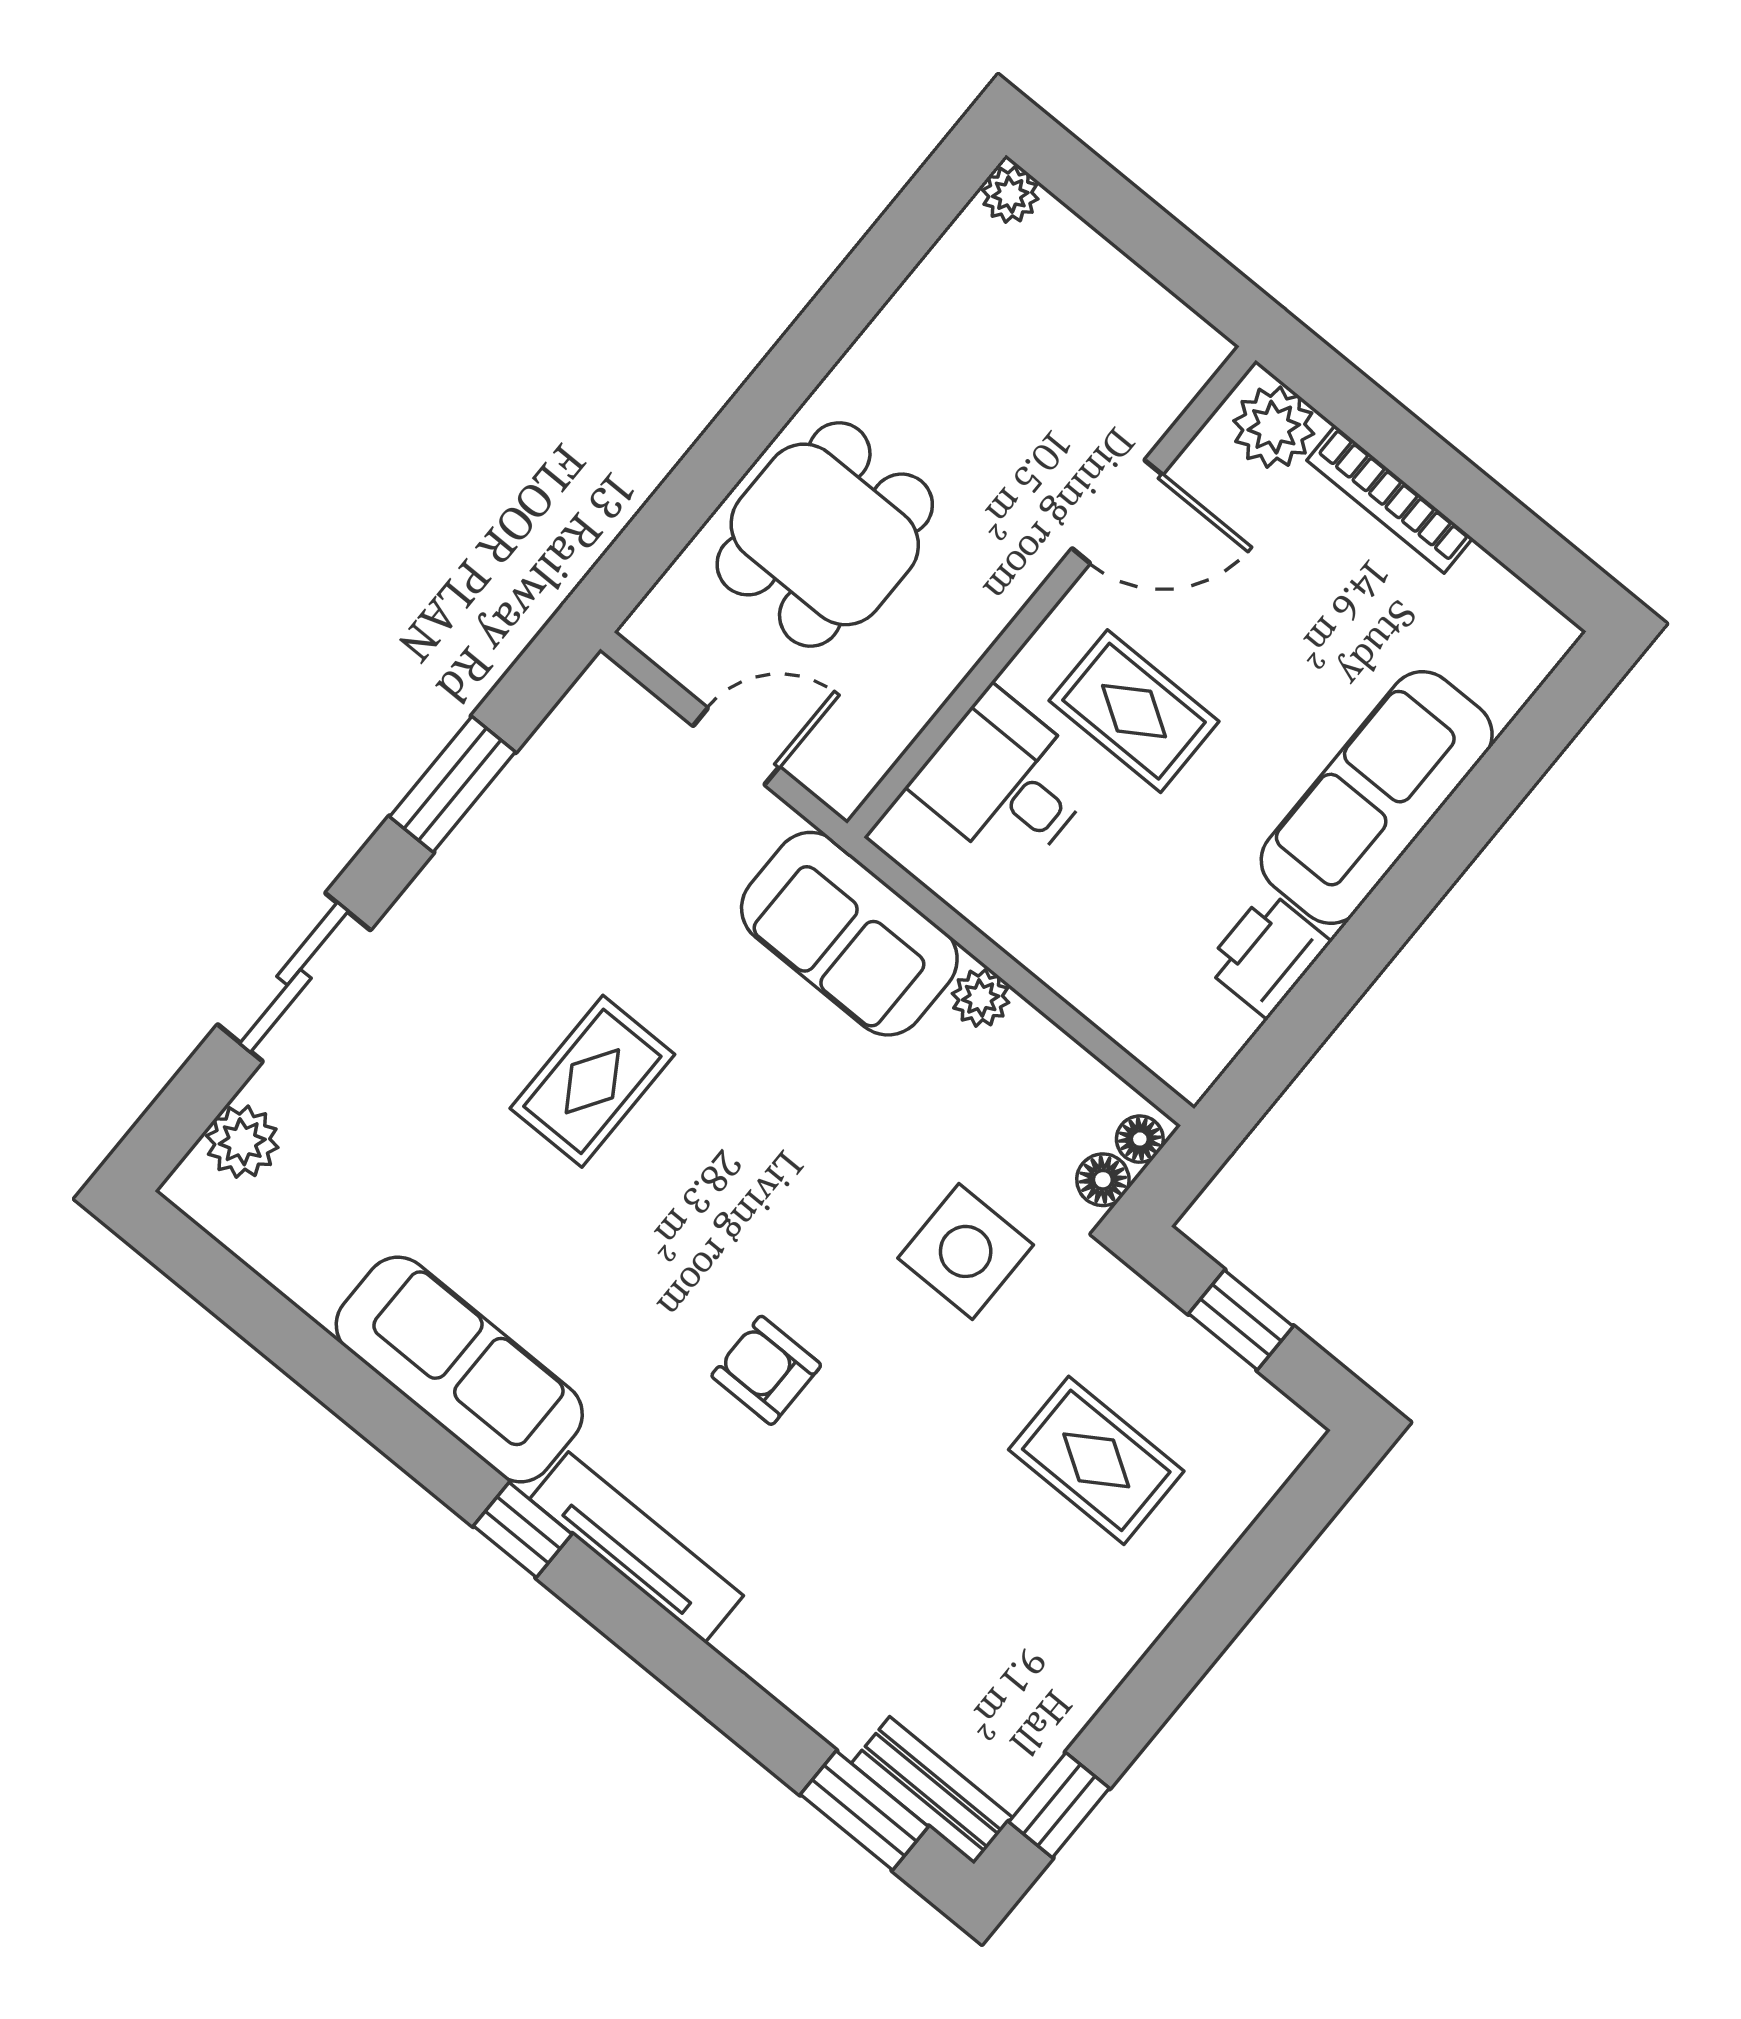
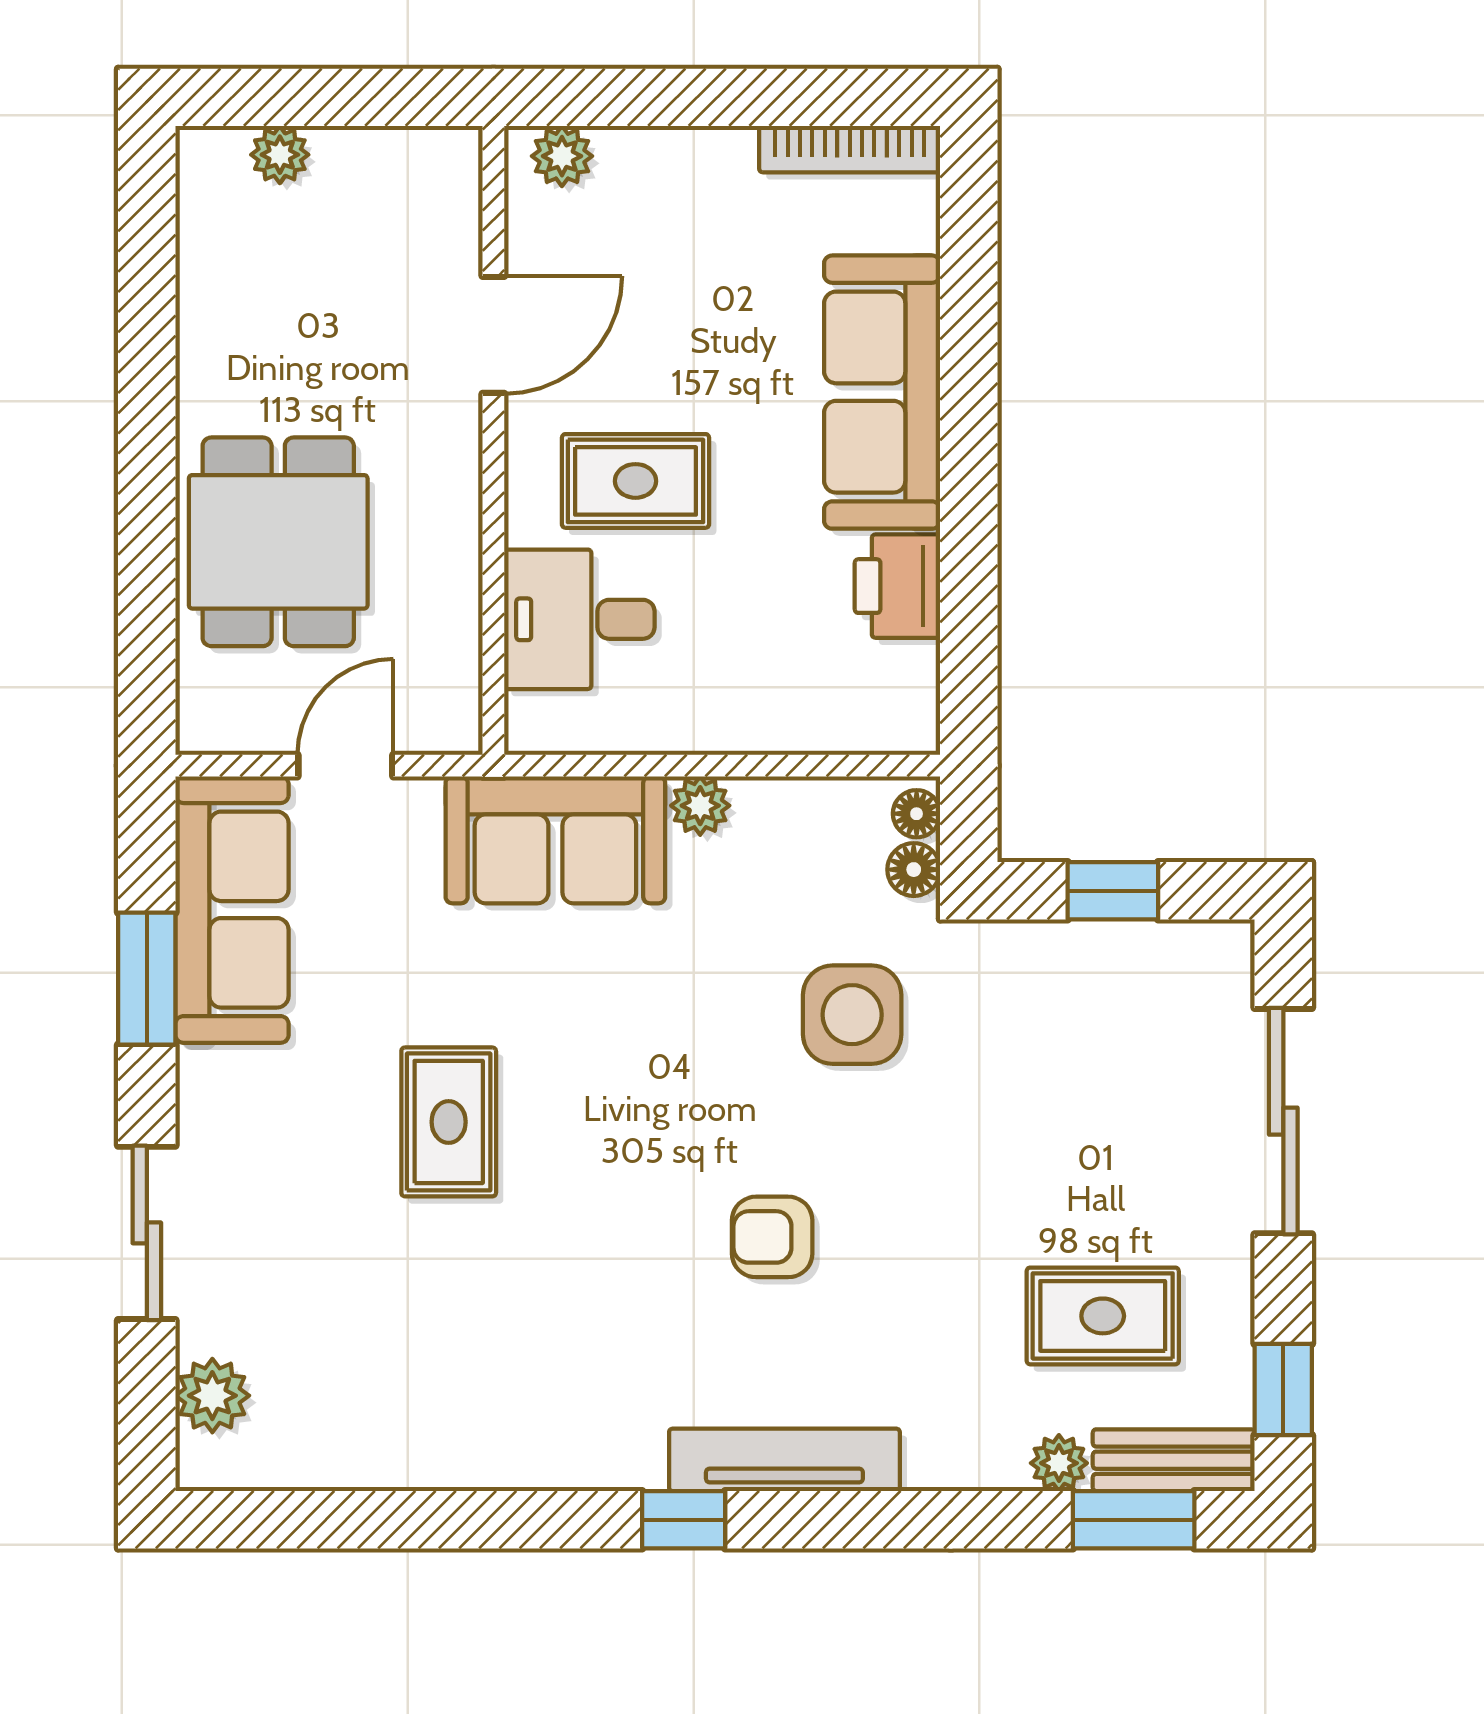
plant: (1010, 195) -> (280, 155), moved
plant: (1274, 427) -> (562, 156), width x0.73, depth x0.73
bookcase: (1390, 499) -> (850, 149), moved
sofa: (459, 1369) -> (232, 910), moved, turned 90
rug: (1096, 1460) -> (1103, 1316), moved
sliding door: (1227, 1601) -> (1283, 1121), added
plant: (843, 1721) -> (1059, 1463), added

